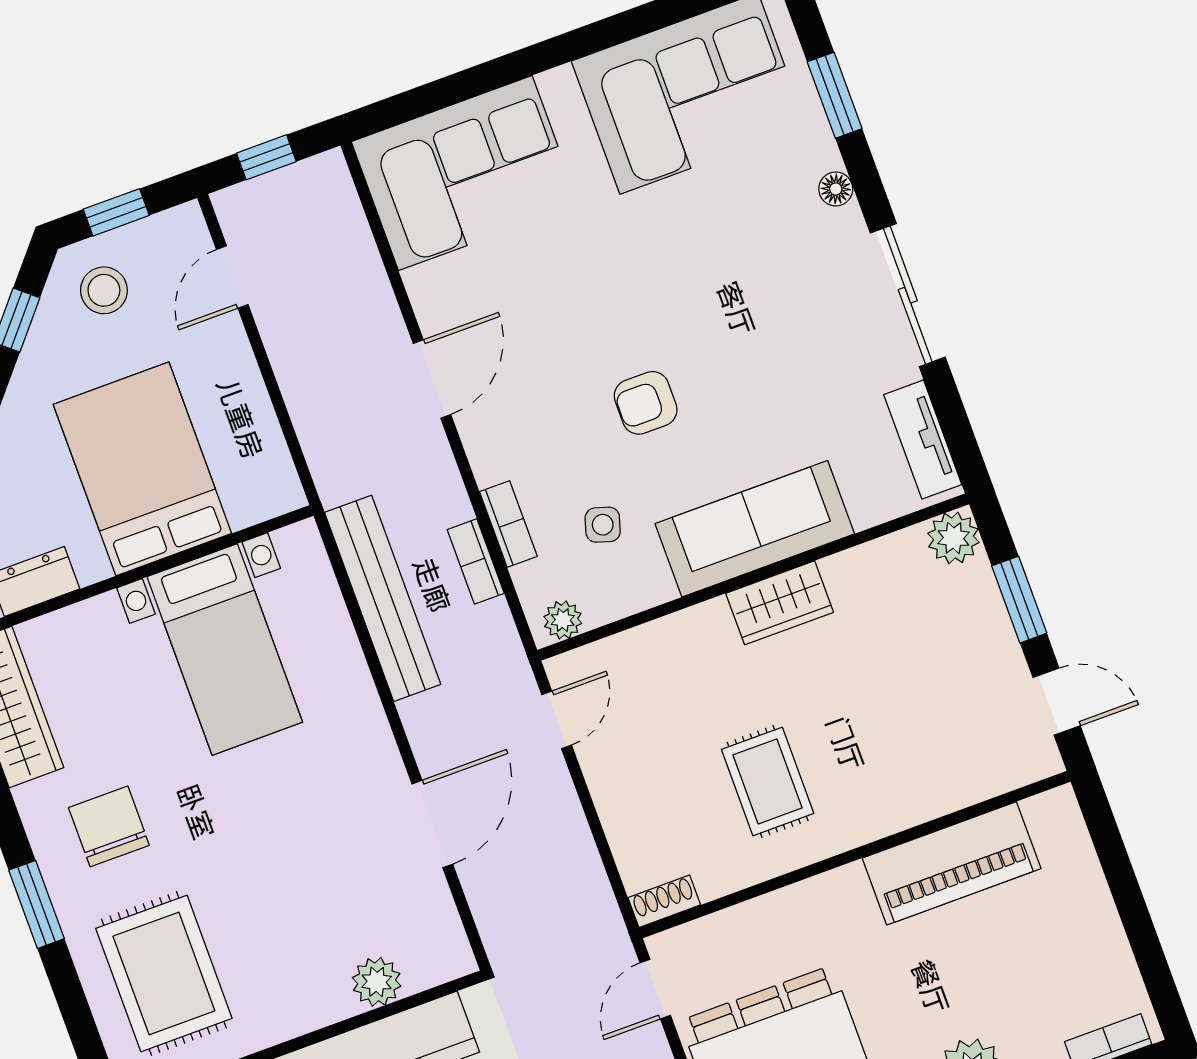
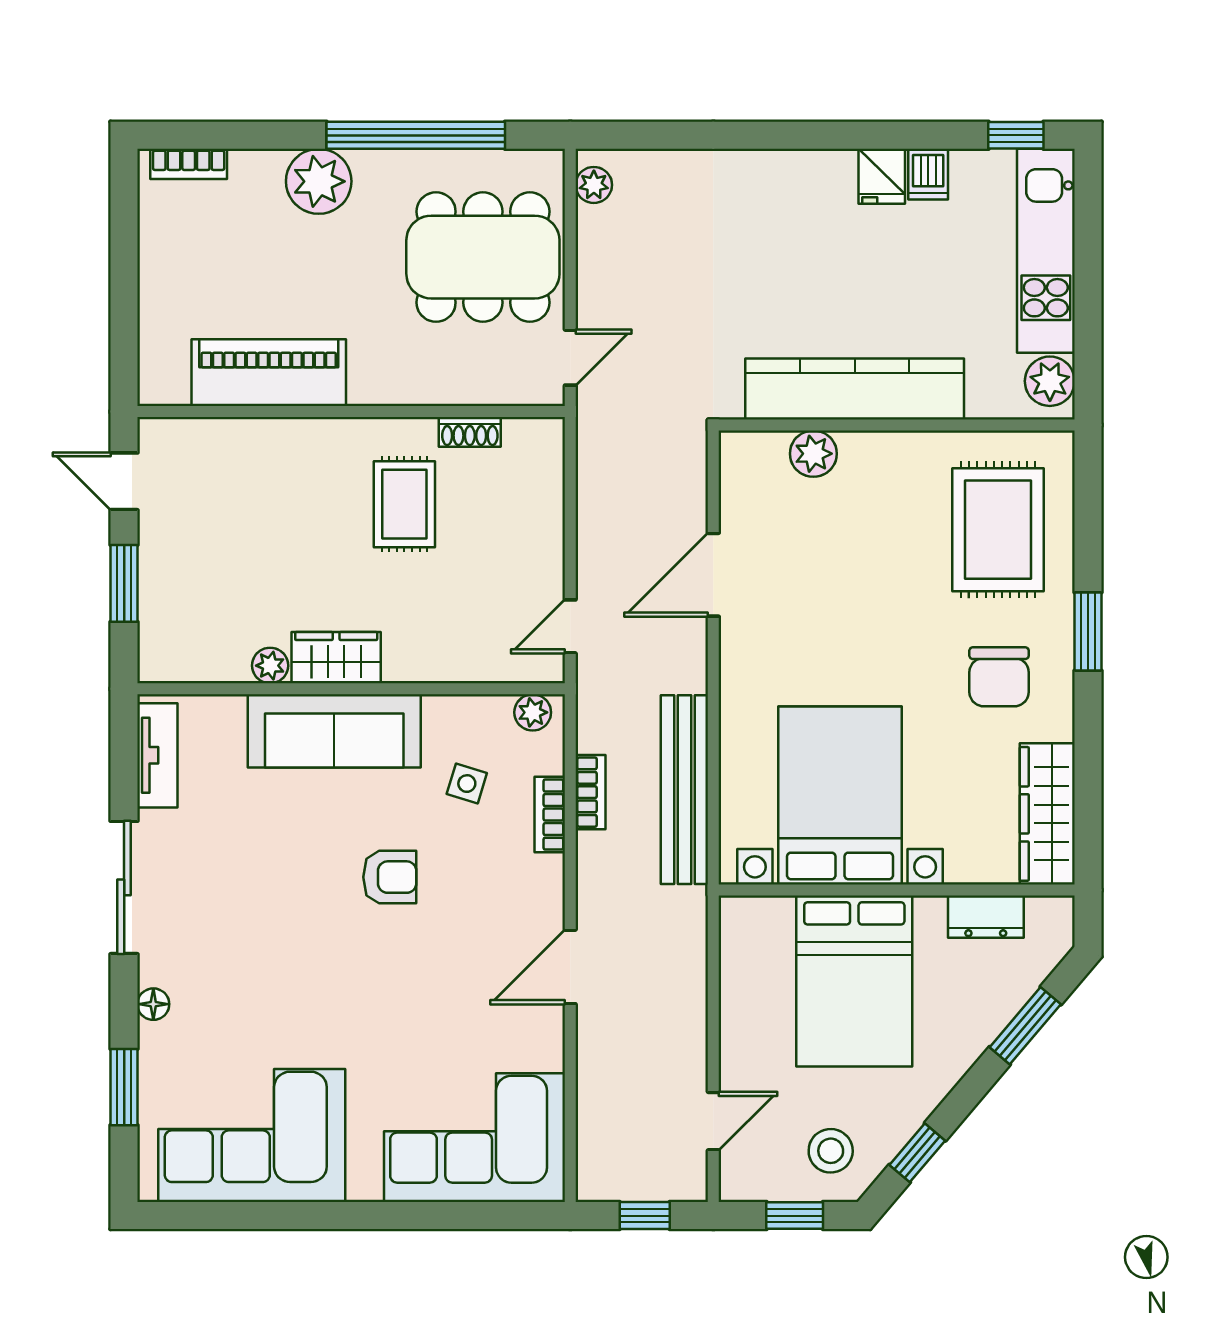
plant: (953, 538) -> (270, 666), moved, width x0.73, depth x0.73
bed with nightstands: (225, 649) -> (840, 795), width x1.36
shoe rack: (664, 901) -> (470, 432), moved

